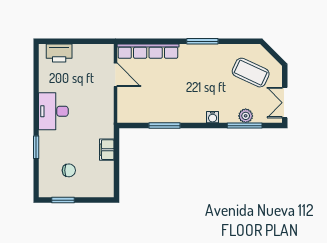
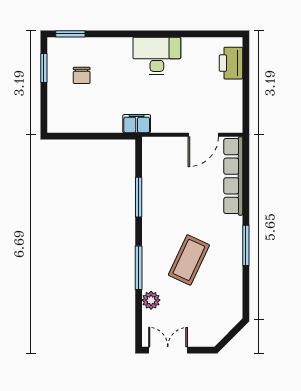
coffee table: (251, 73) -> (189, 260), moved
water cooler: (213, 117) -> (149, 258), removed
window: (245, 126) -> (139, 268), moved
window: (36, 147) -> (70, 34), moved
filing cabinet: (107, 150) -> (137, 124), moved

